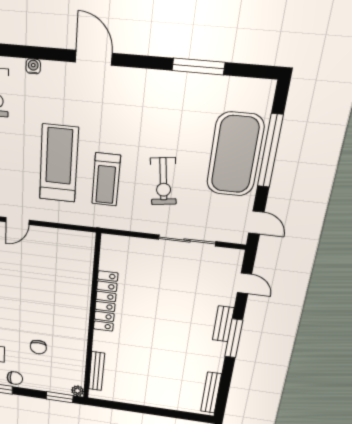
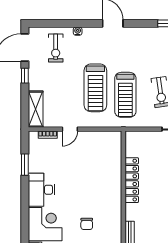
treadmill: (59, 164) -> (95, 88), turned 180
treadmill: (106, 180) -> (125, 95), width x1.37, depth x1.38

